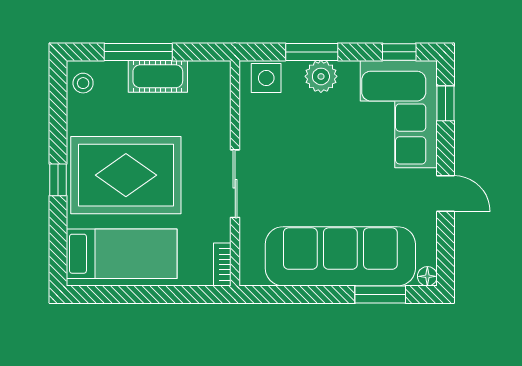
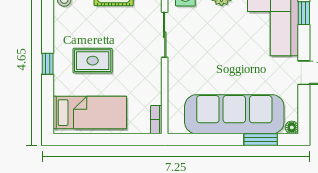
rug: (126, 175) -> (93, 61), width x0.54, depth x0.49
sliding door: (235, 184) -> (165, 35), moved

